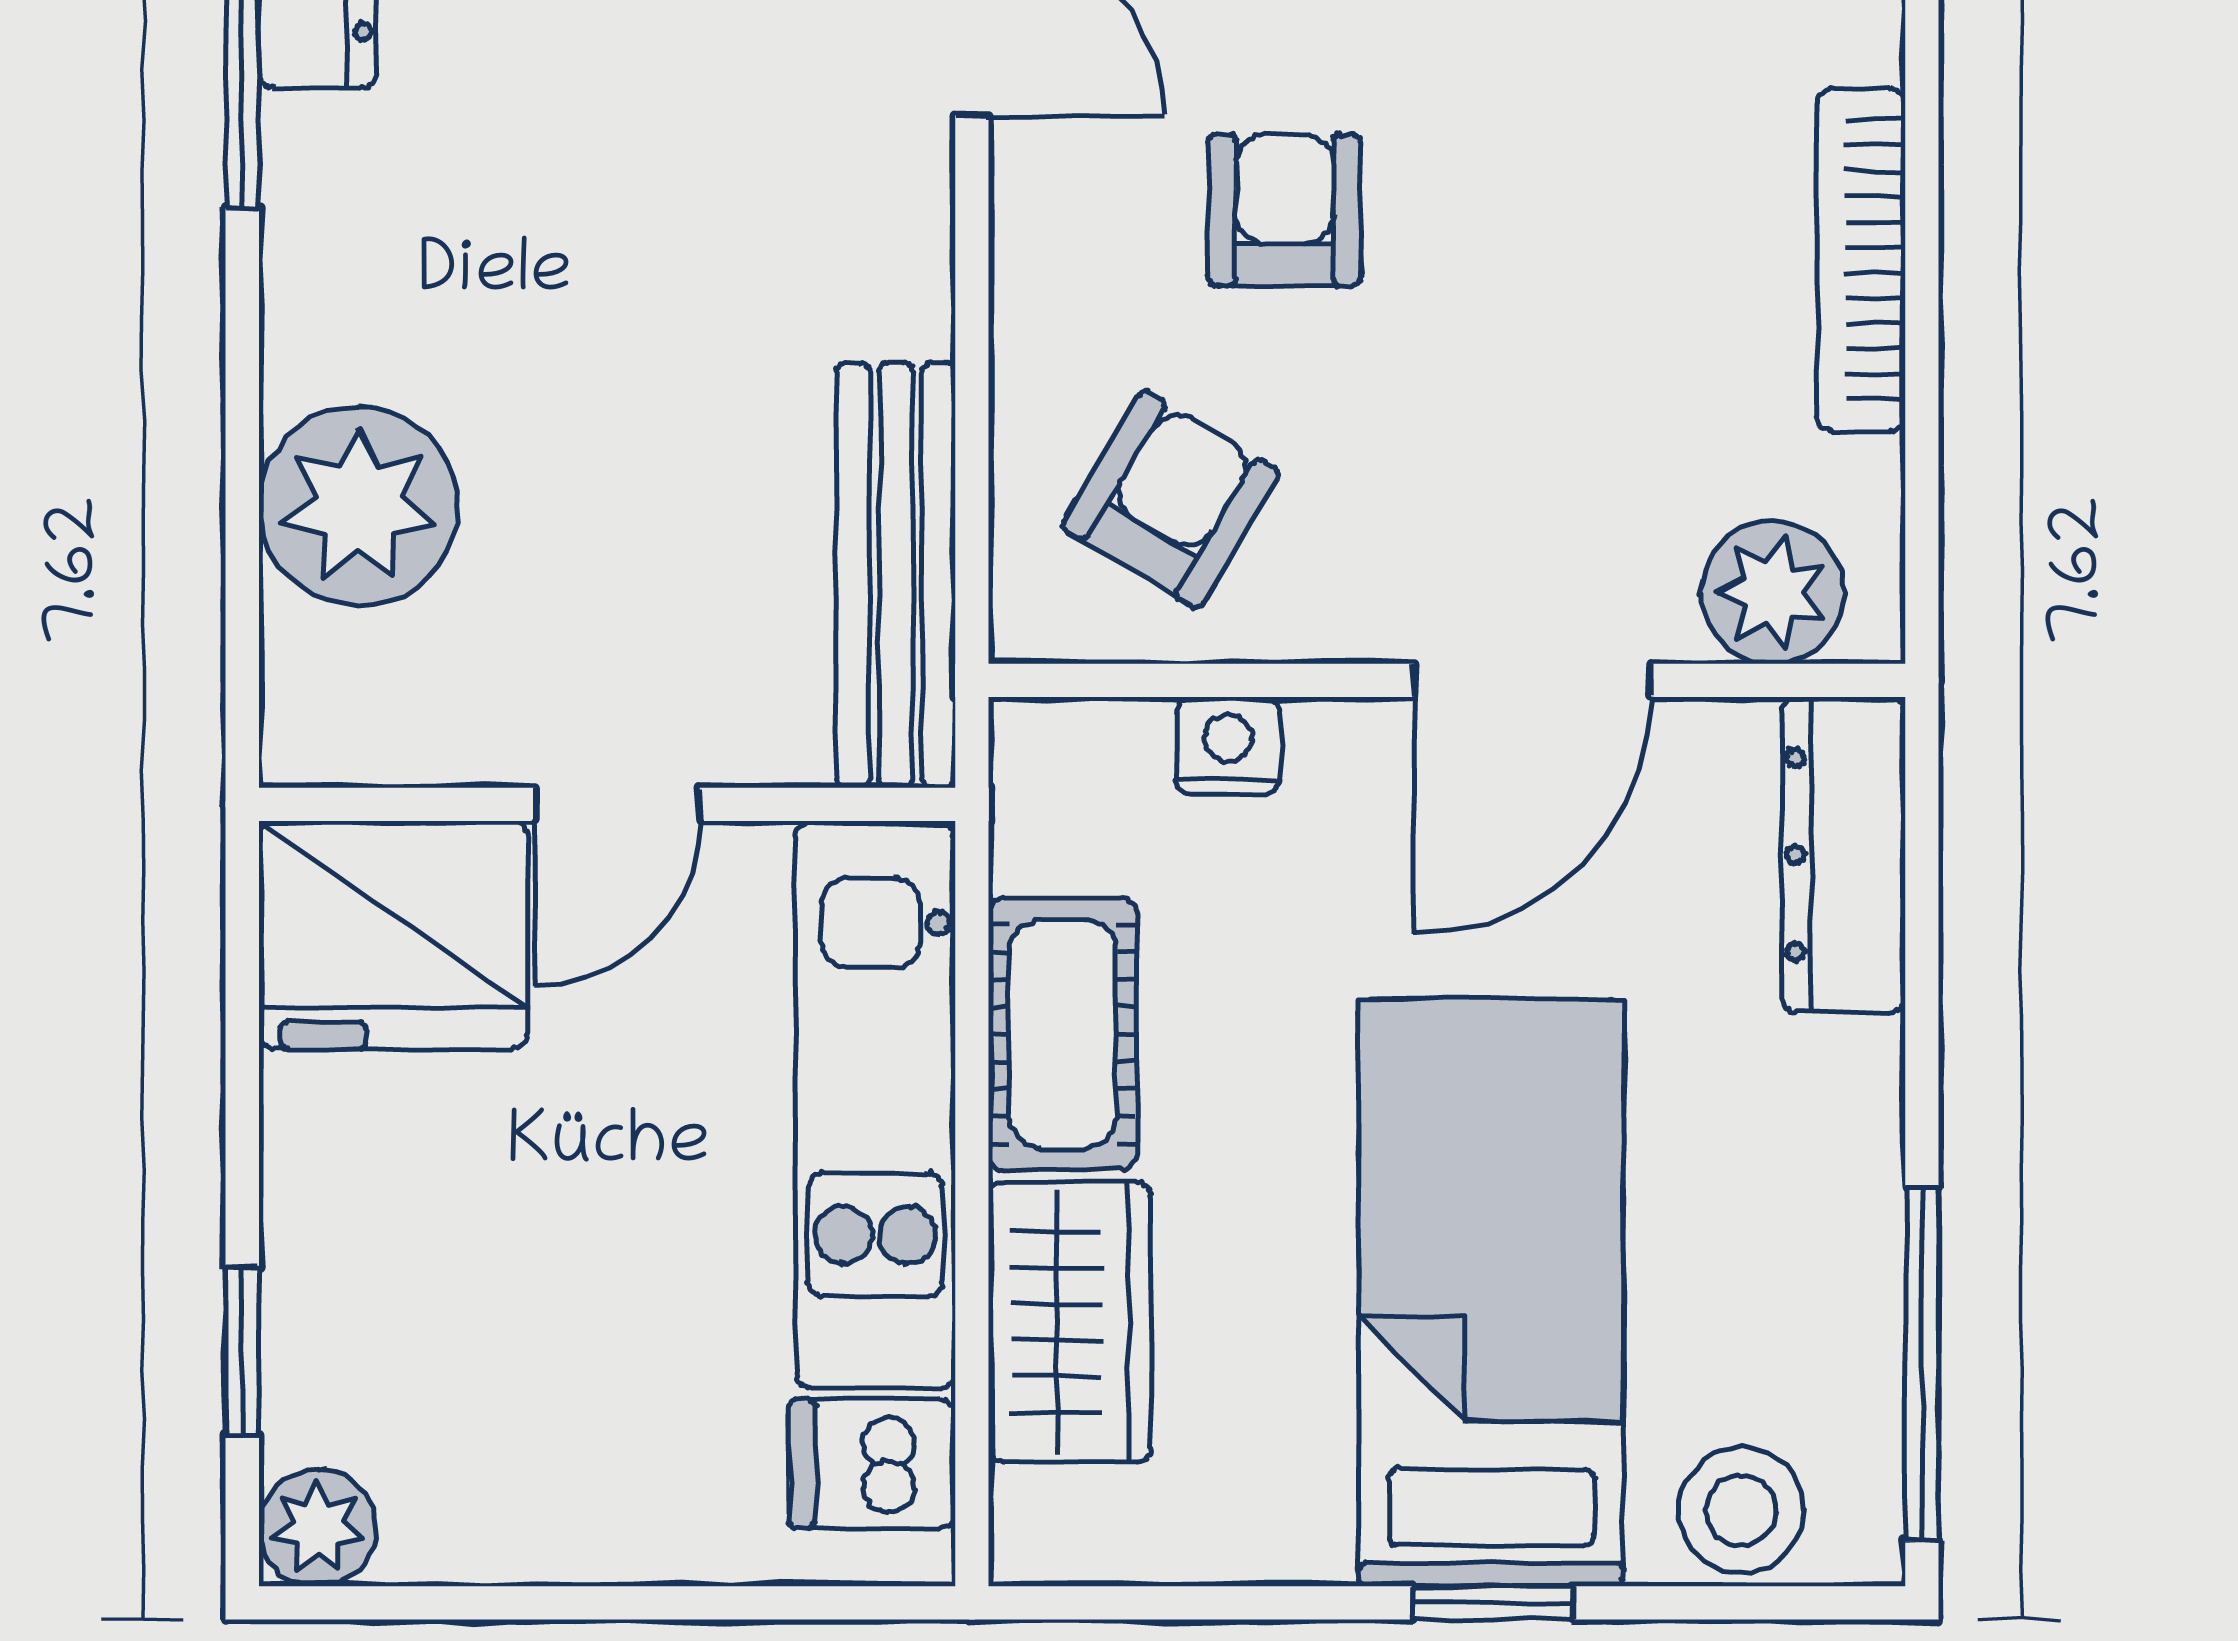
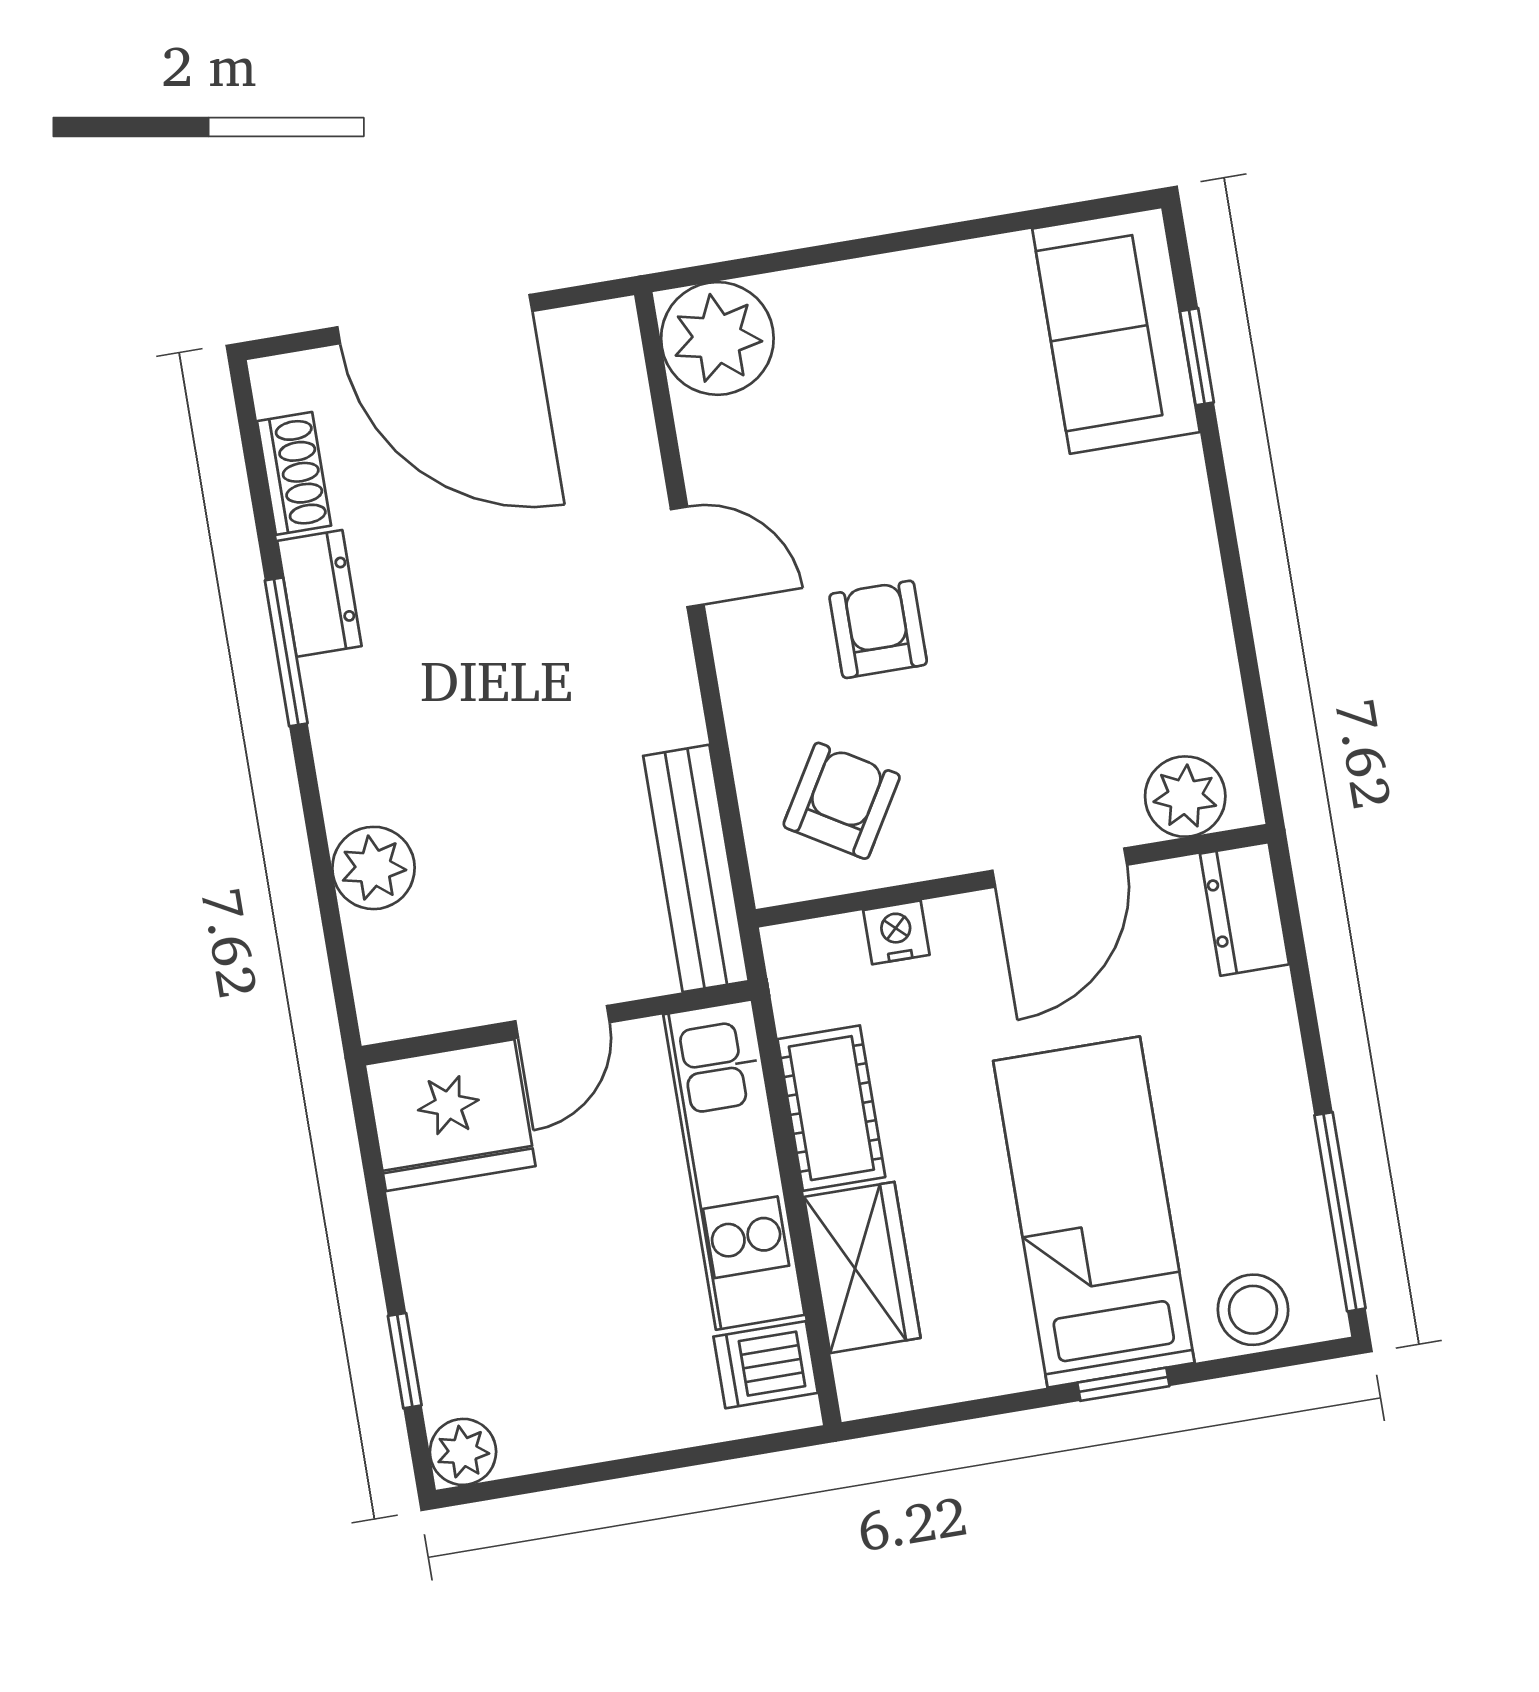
bookcase: (1861, 260) -> (1204, 603), removed
plant: (358, 506) -> (373, 868), width x0.73, depth x0.73
dresser: (1844, 855) -> (1244, 909), width x0.70

